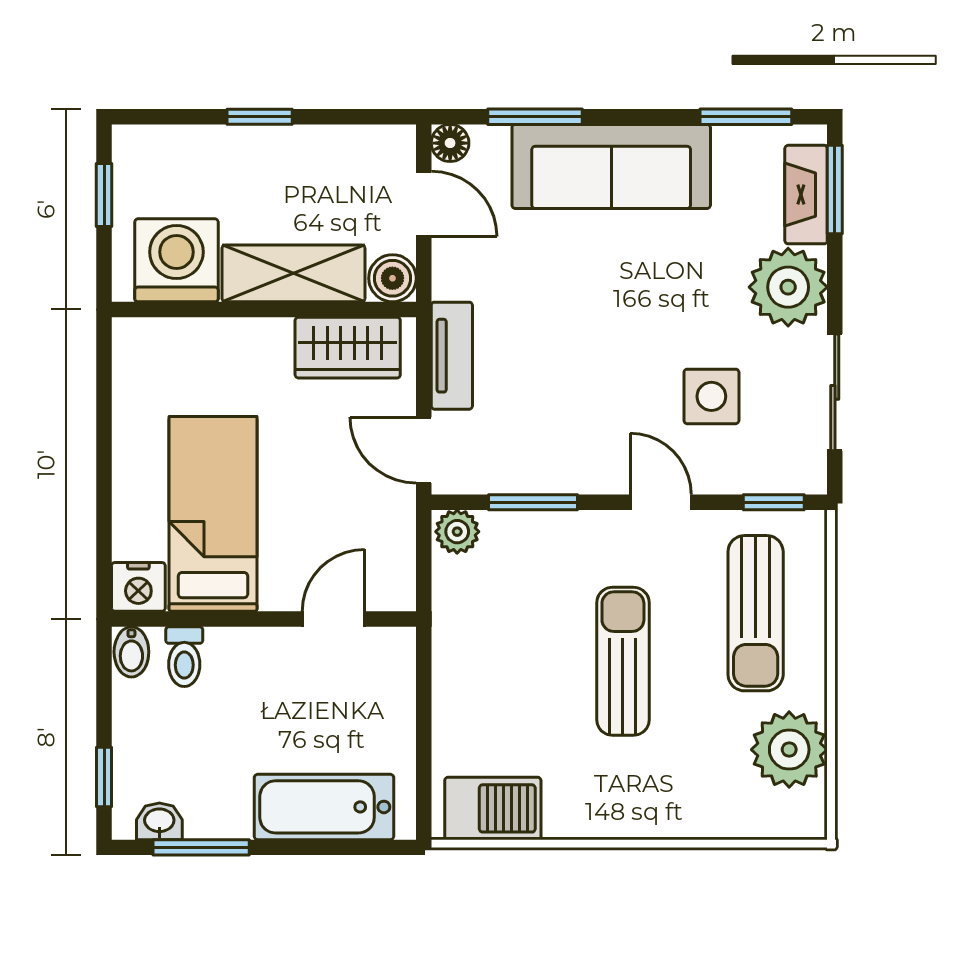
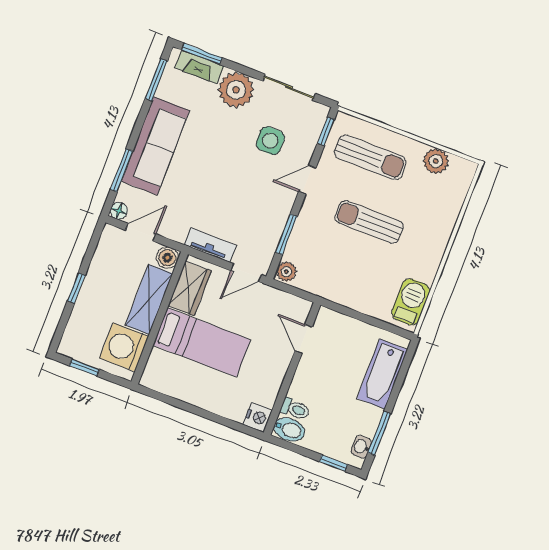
bed: (213, 514) -> (202, 342), moved, turned 180
bidet: (131, 652) -> (289, 430), width x1.38, depth x1.36
plant: (789, 750) -> (436, 161), width x0.73, depth x0.73

